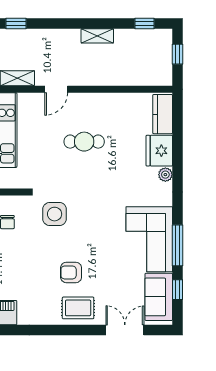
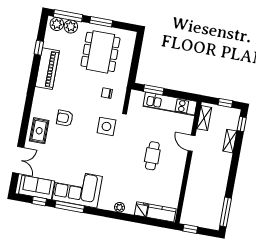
window: (144, 24) -> (226, 212), width x2.17
shelving: (97, 36) -> (230, 141), moved
window: (177, 54) -> (190, 229), moved
fridge: (159, 151) -> (141, 209), width x0.53, depth x0.75
armchair: (71, 272) -> (65, 118), moved, turned -90

